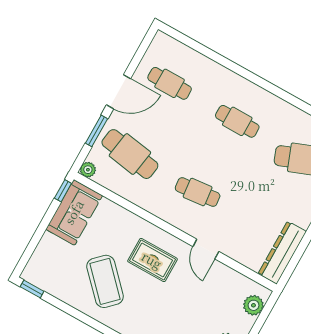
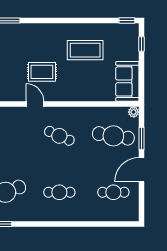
window: (63, 191) -> (142, 44), moved
cafe table: (198, 192) -> (59, 136), turned 30
rug: (152, 260) -> (42, 72), moved
coffee table: (105, 281) -> (85, 50), turned -46

